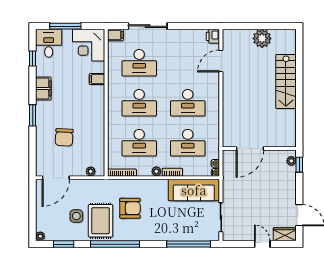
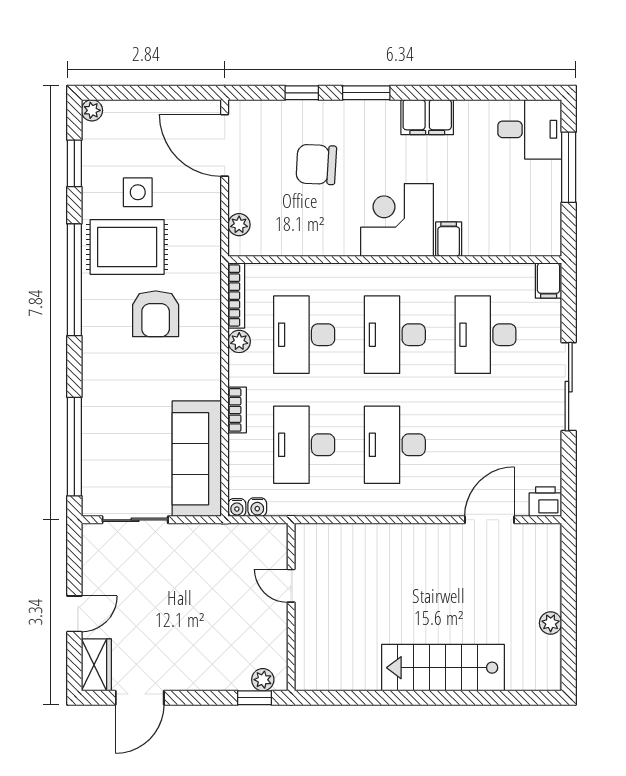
sliding door: (148, 26) -> (569, 387), moved
plant: (262, 38) -> (551, 623), width x0.53, depth x0.53
corner desk: (89, 45) -> (397, 220), moved
window: (33, 59) -> (302, 93), moved
door: (221, 61) -> (489, 520), hinge flipped
door: (250, 148) -> (291, 586), width x0.53
plant: (156, 171) -> (239, 341), moved

